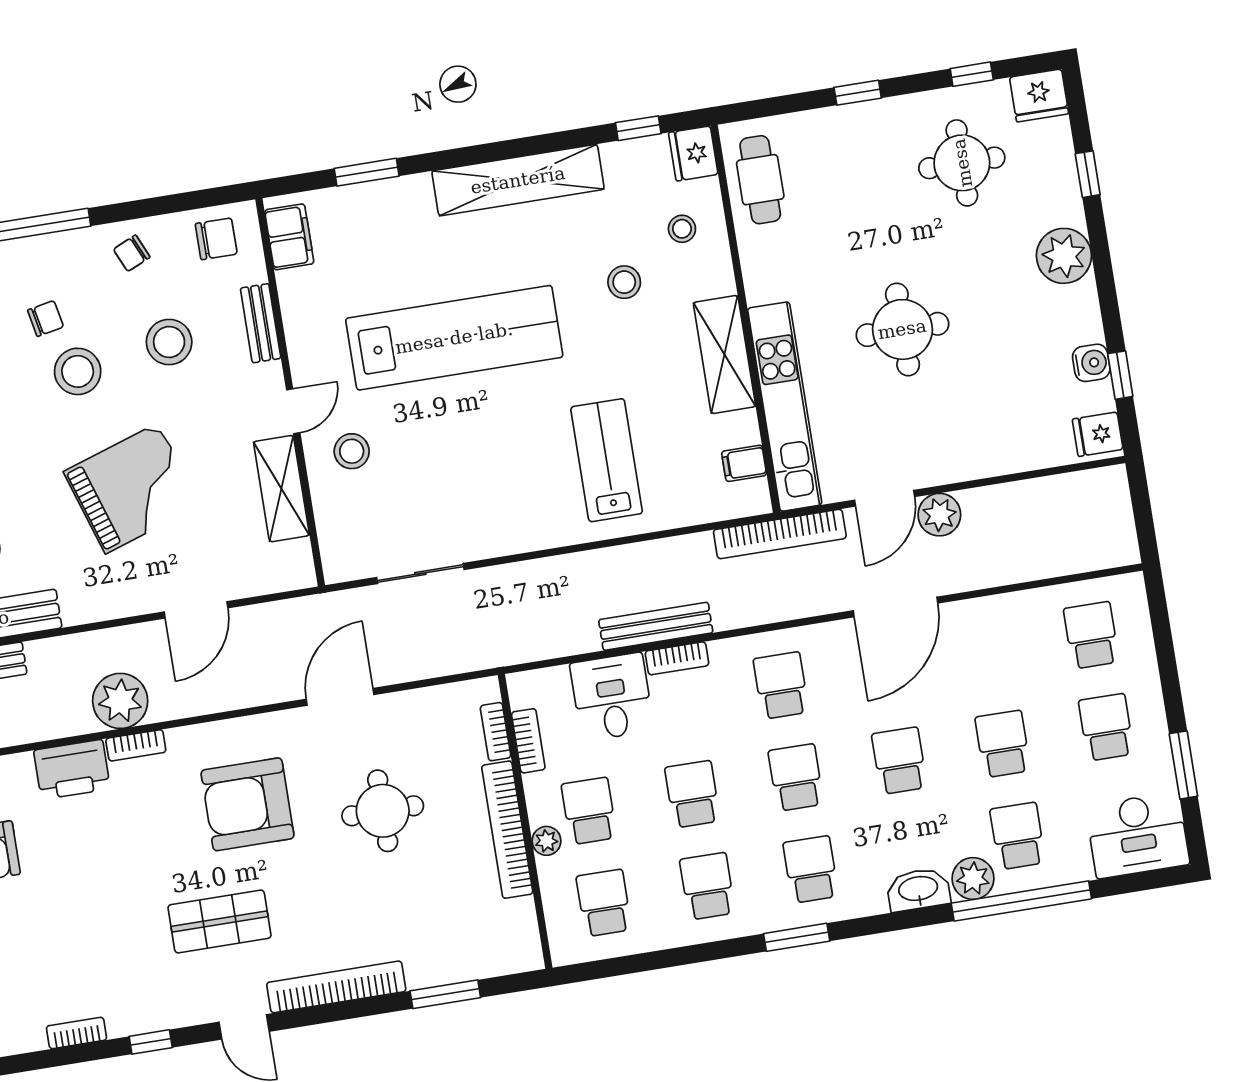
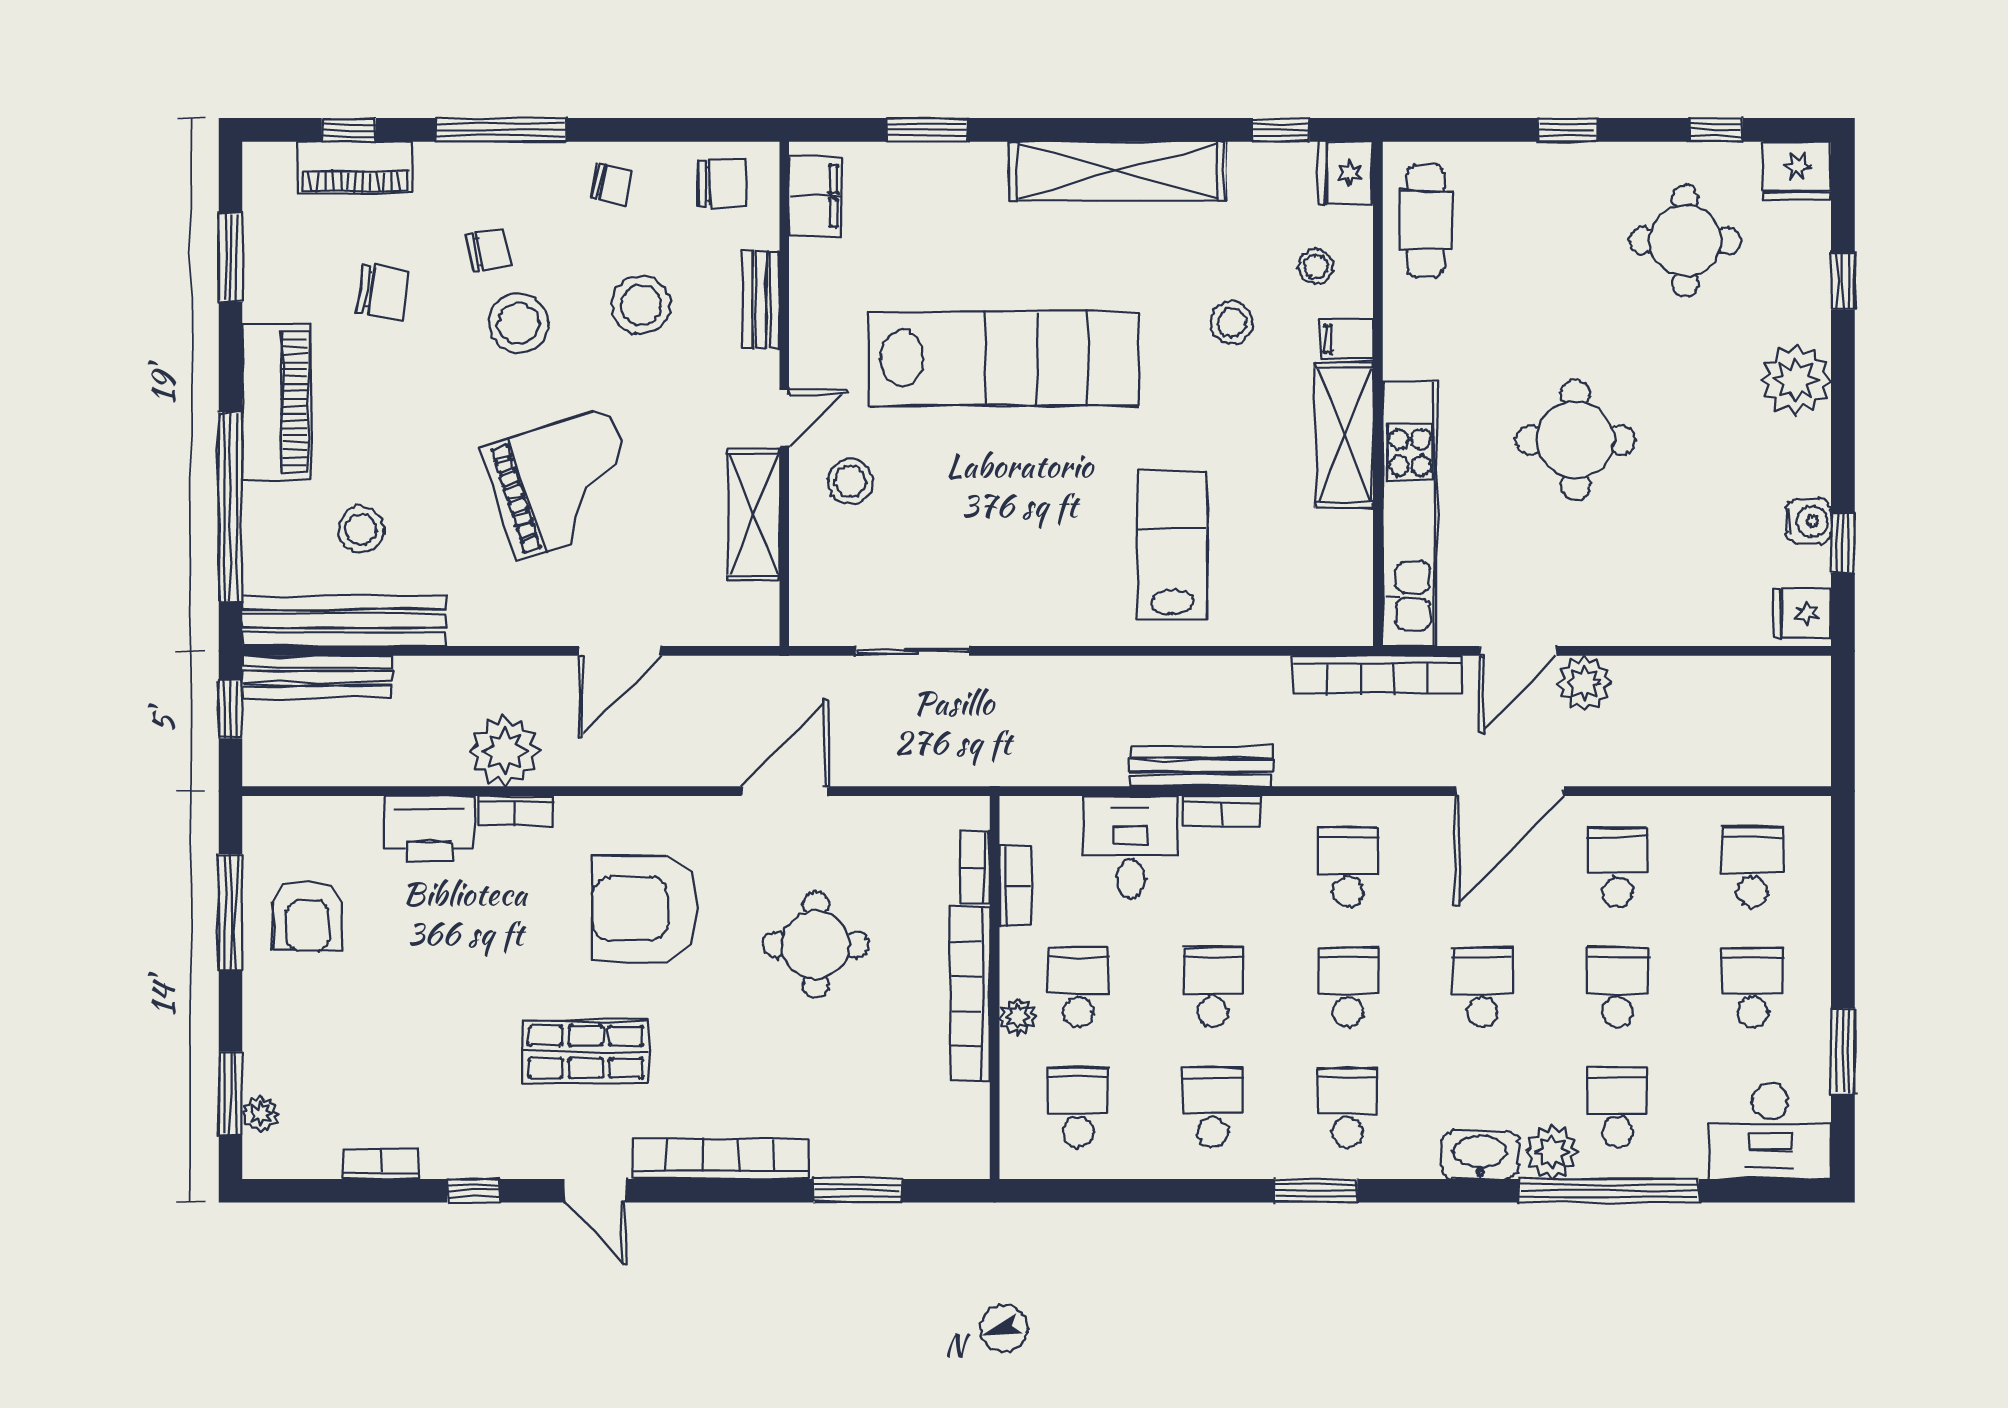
chair: (132, 253) -> (612, 184), turned -144
filing cabinet: (744, 463) -> (1347, 339), moved
school desk: (988, 652) -> (1618, 867), added

